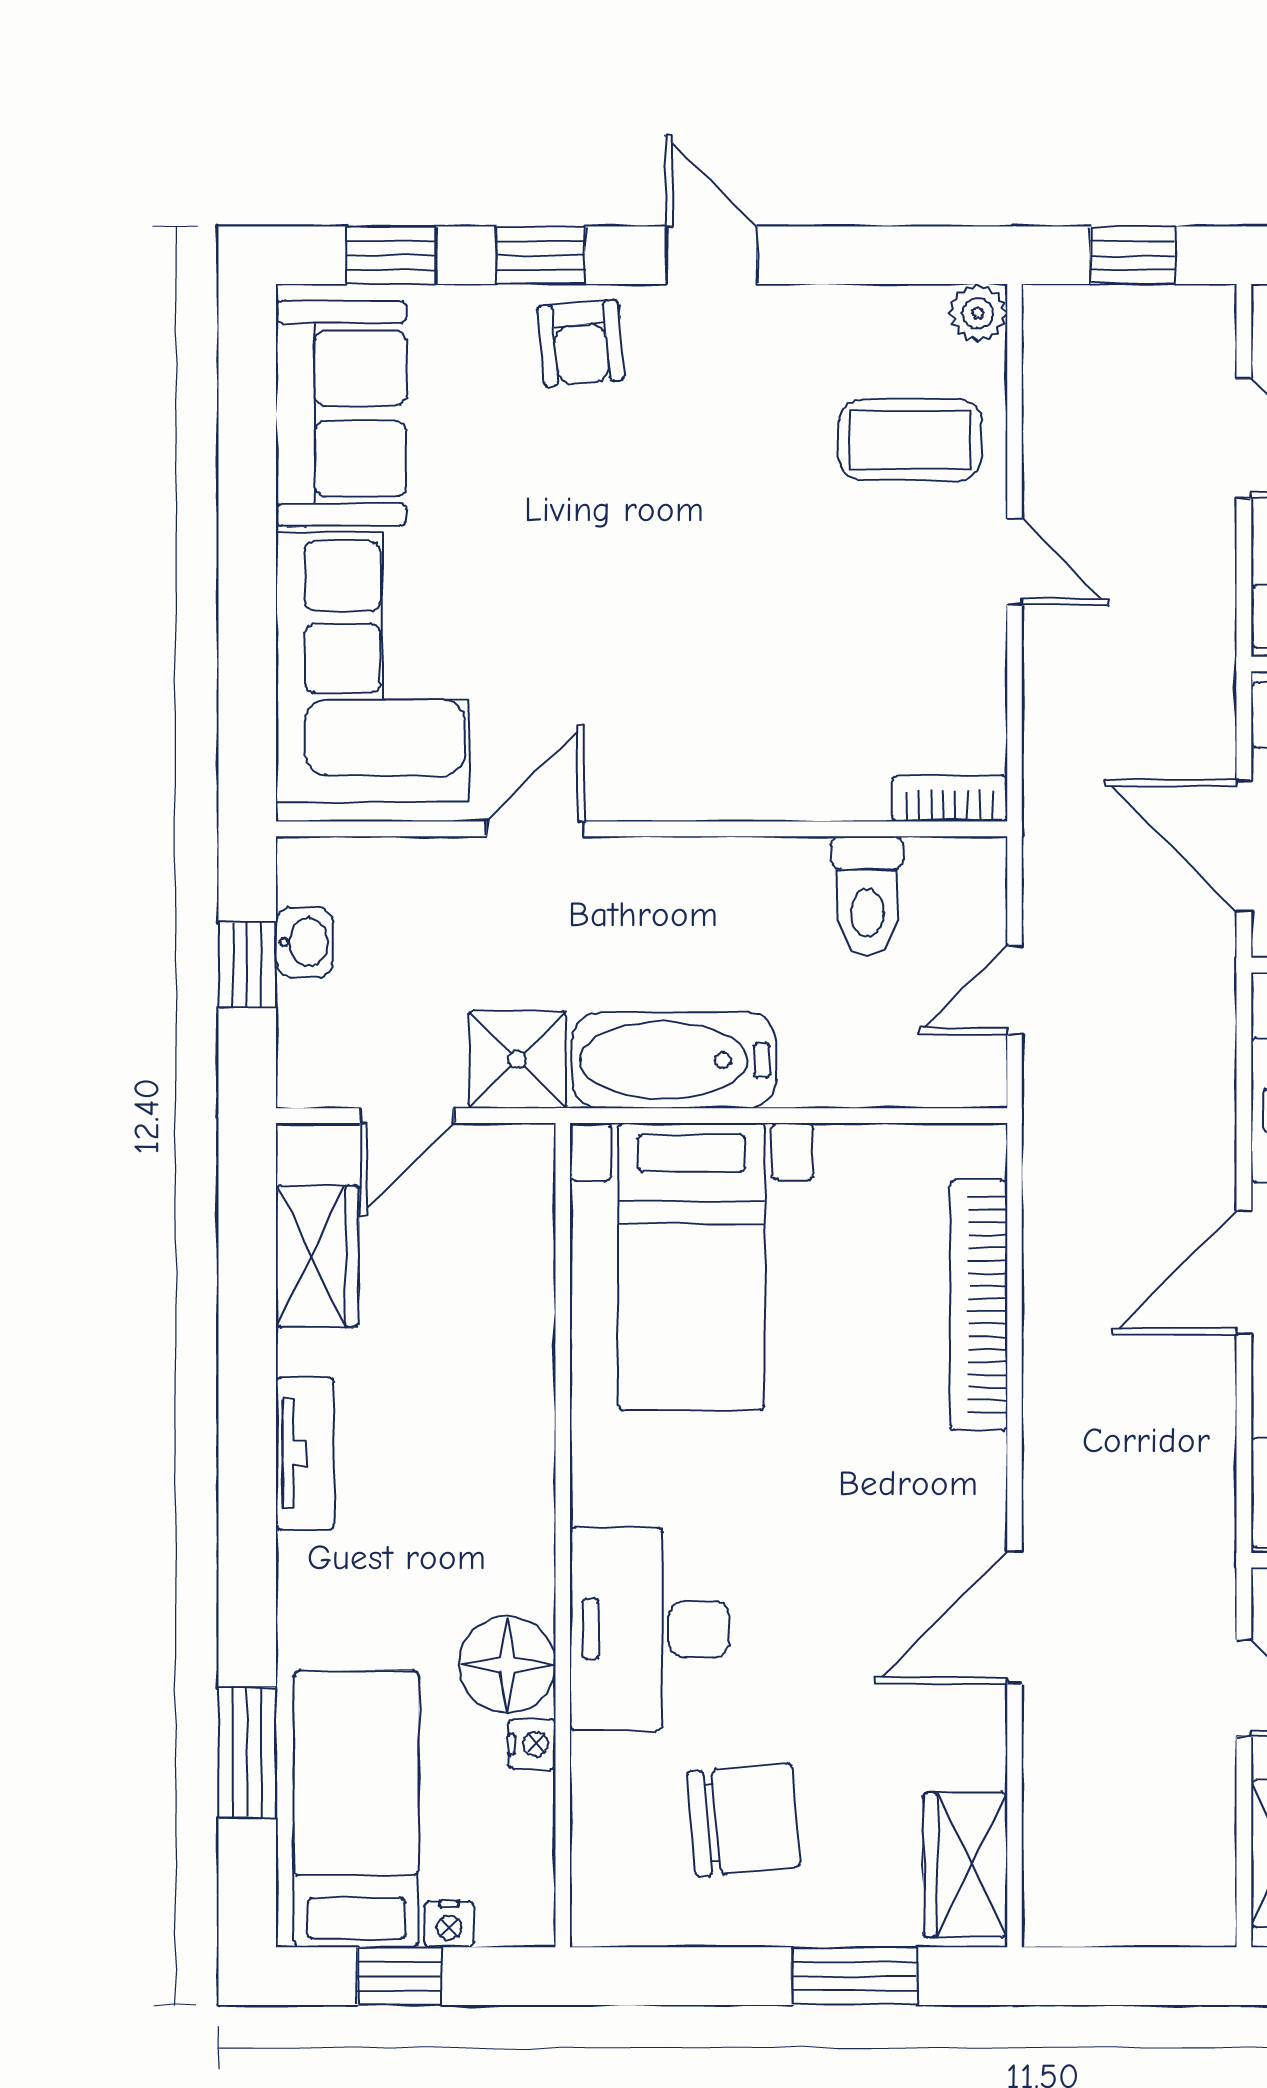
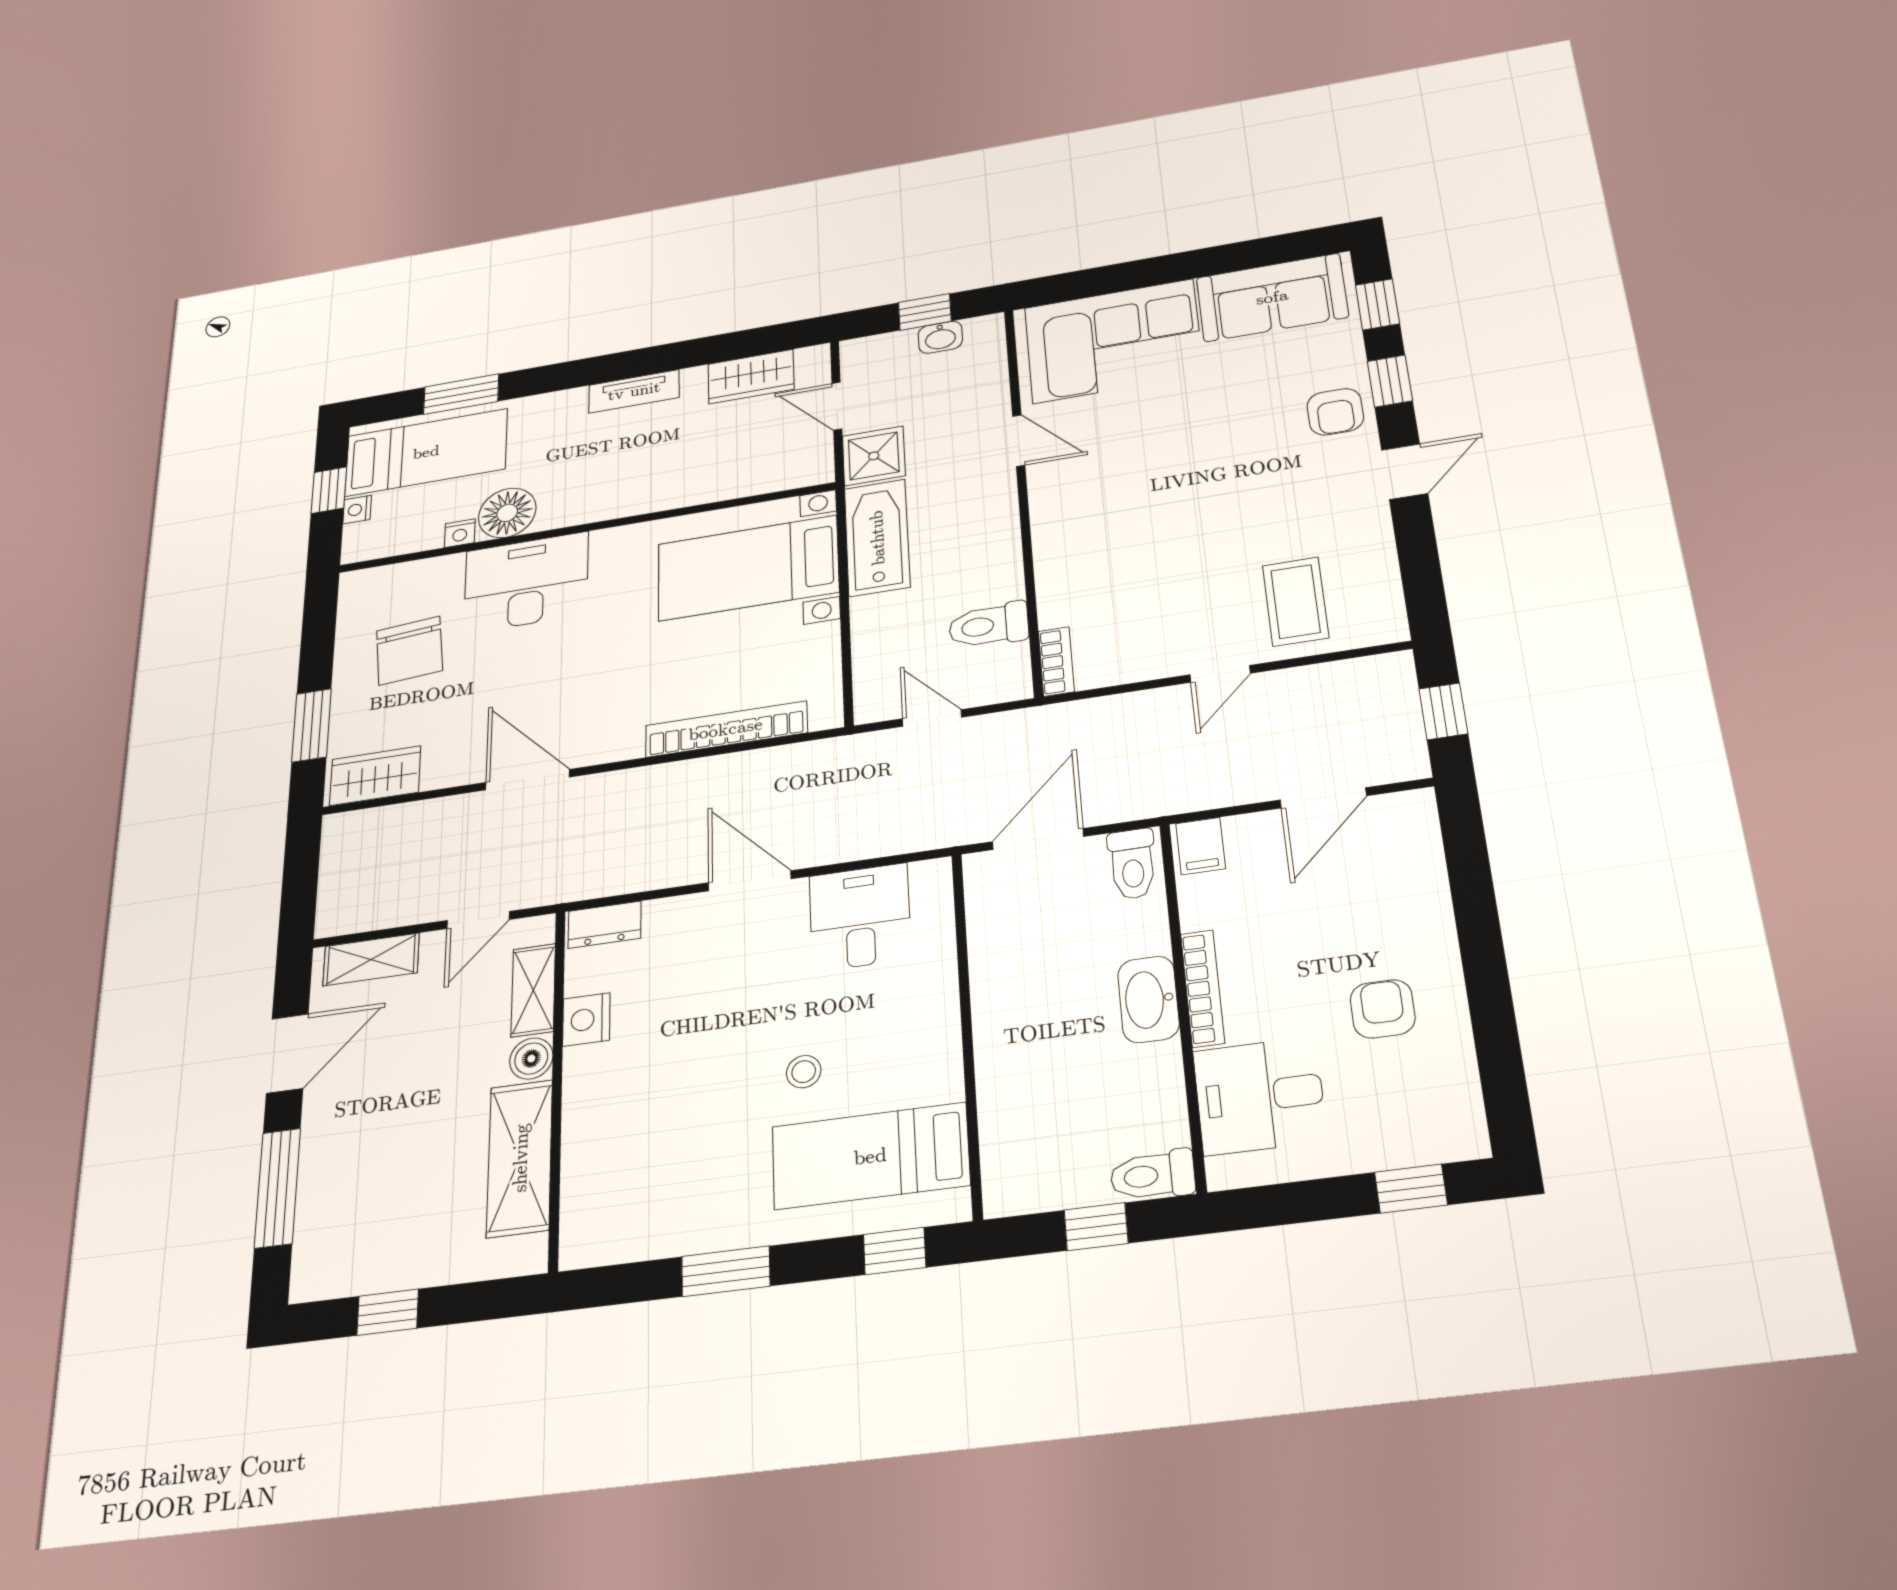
plant: (978, 313) -> (1388, 627), removed
armchair: (581, 343) -> (1335, 412), turned -85

